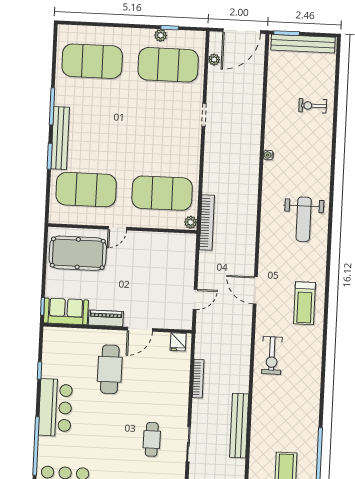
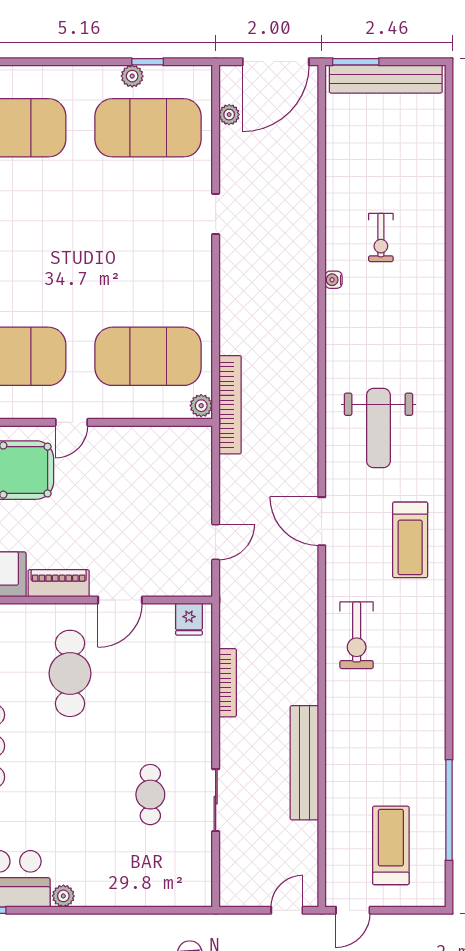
exercise bike: (313, 106) -> (381, 237), moved, turned -90
weight bench: (304, 219) -> (378, 428), moved

